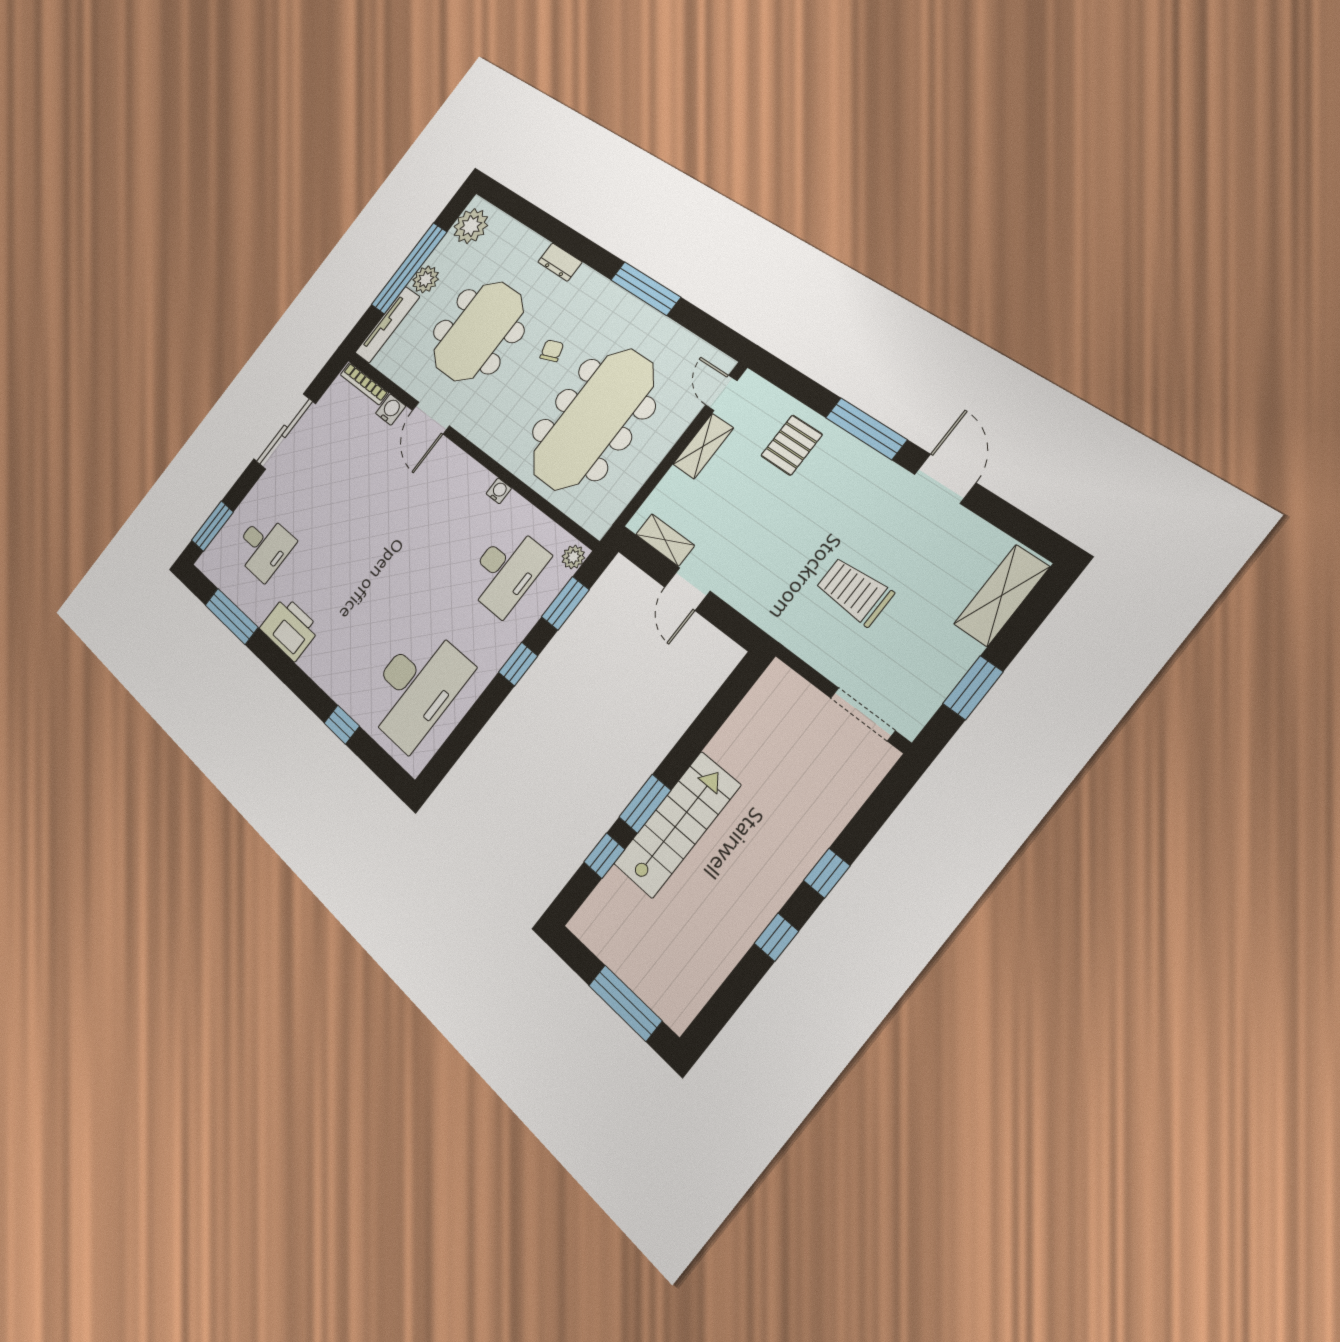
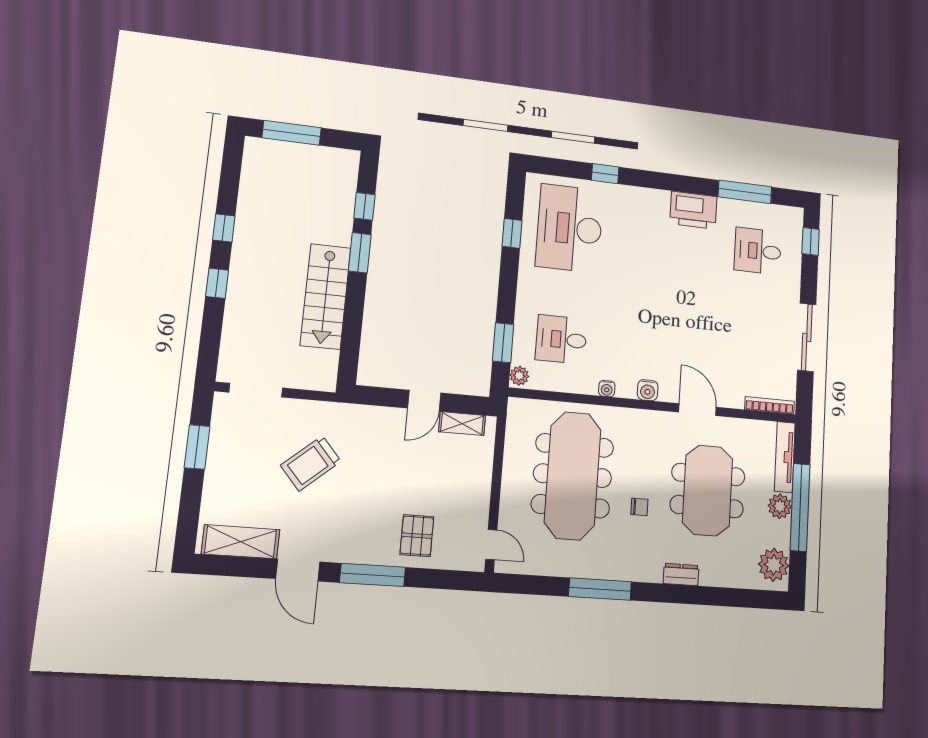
chair: (552, 351) -> (639, 507), turned -71
water cooler: (391, 410) -> (648, 390), moved
shelving: (703, 446) -> (479, 501), removed
window: (212, 526) -> (811, 241), width x0.67
desk: (506, 571) -> (561, 339), width x0.73
door: (687, 589) -> (424, 401), swing flipped
trolley: (854, 591) -> (311, 463), turned 139
shelving: (1002, 595) -> (241, 542), moved, turned 90
window: (518, 664) -> (512, 233), moved
stairs: (677, 825) -> (326, 296), moved

